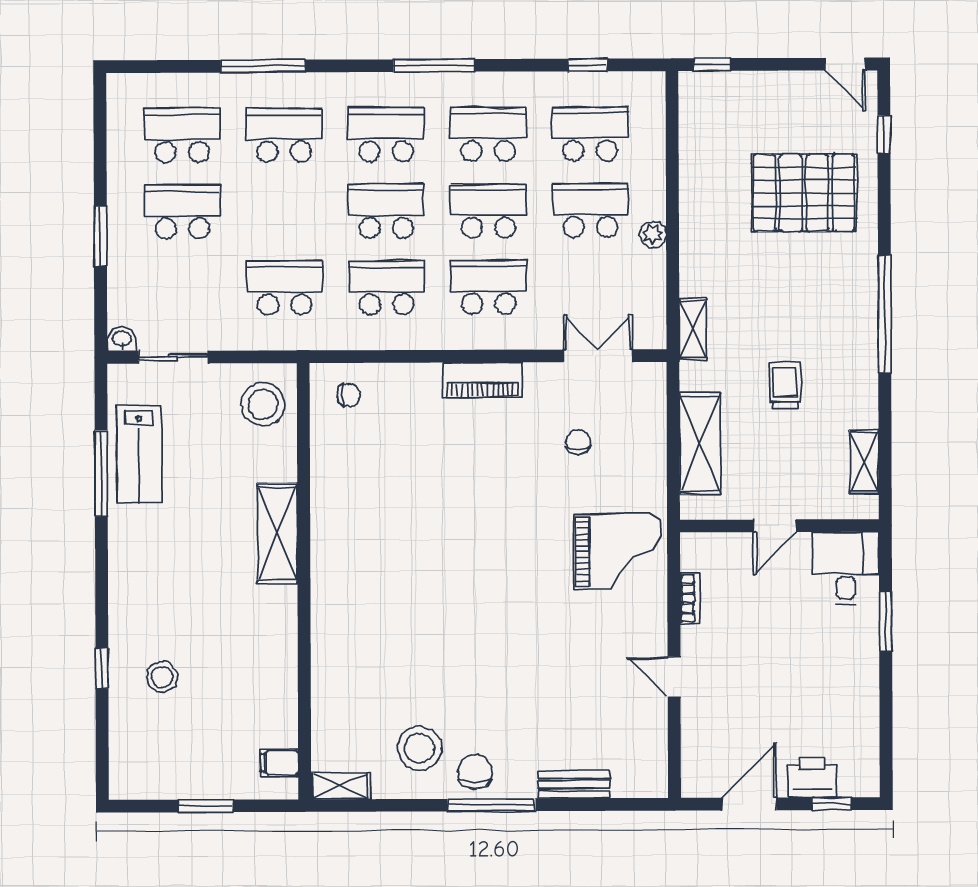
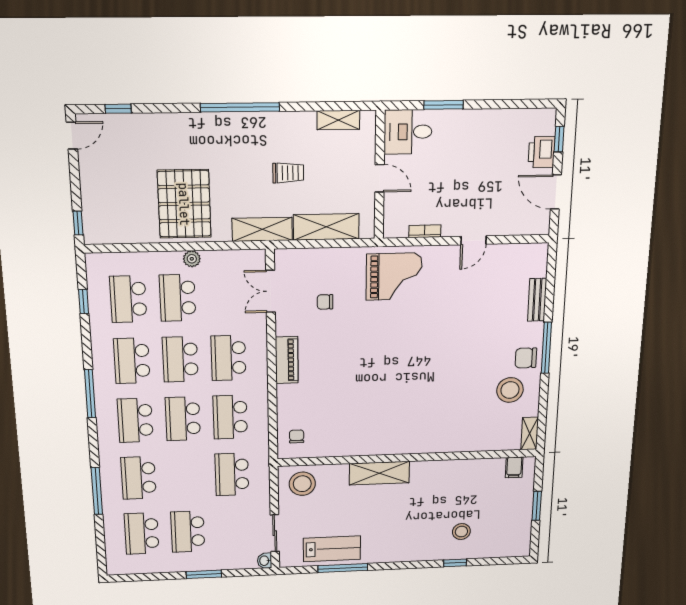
pallet: (804, 193) -> (184, 204), moved
shelving: (693, 329) -> (262, 229), width x1.50, depth x1.33
trolley: (785, 385) -> (288, 173), turned 180
grand piano: (618, 551) -> (394, 277), turned 90

